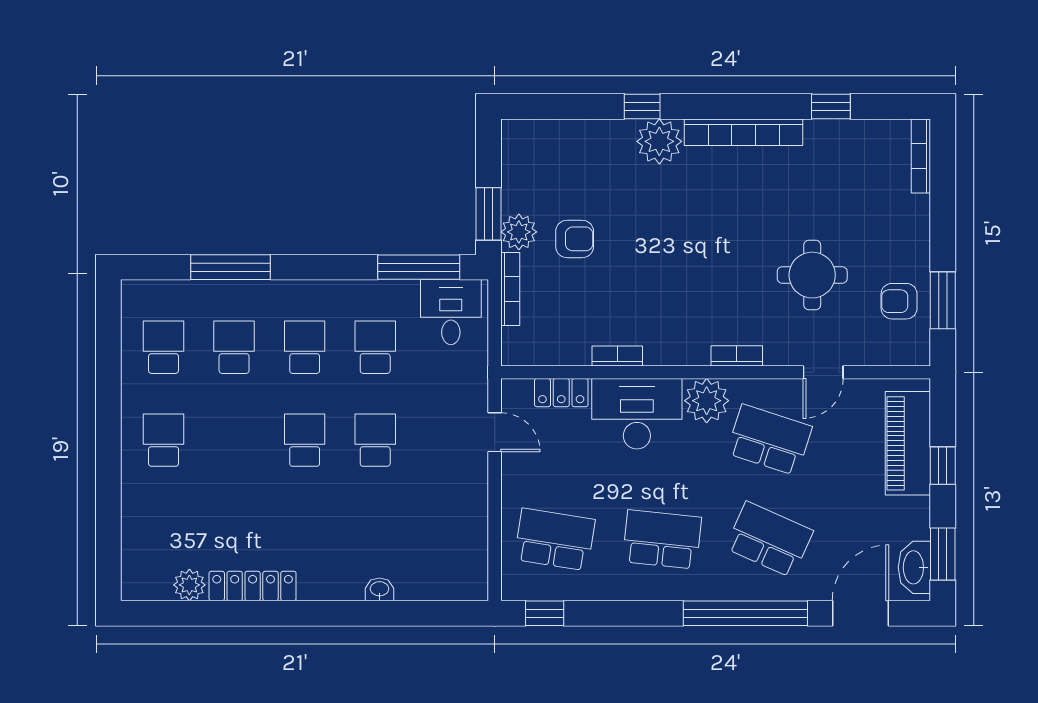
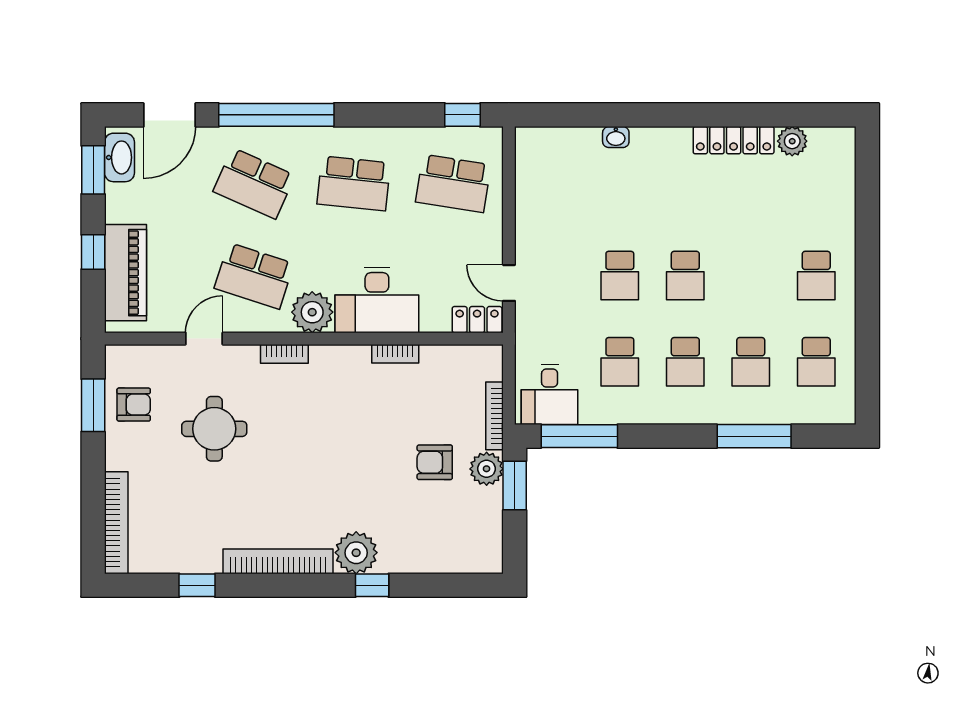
bookcase: (921, 156) -> (116, 523), width x1.48, depth x1.31
locker: (561, 393) -> (477, 320), moved

